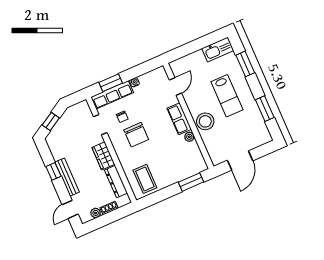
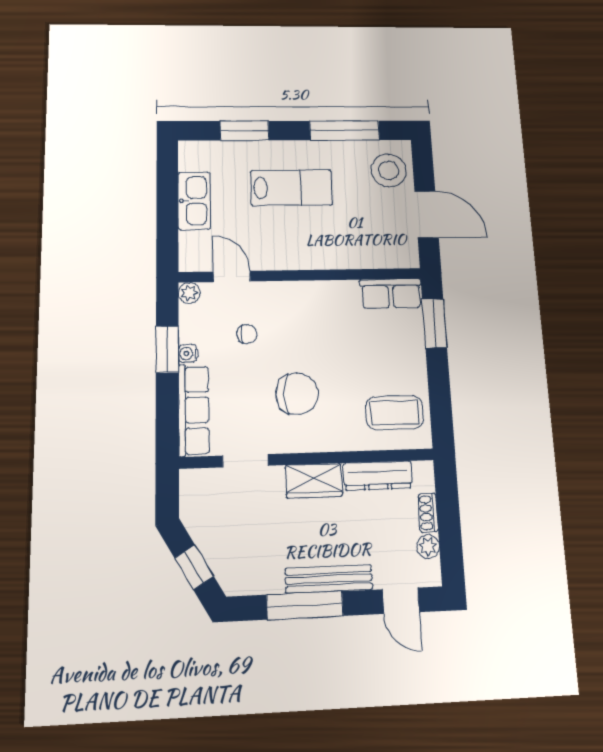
kitchen sink: (218, 49) -> (194, 201), moved
window: (111, 83) -> (167, 349), moved
window: (265, 109) -> (345, 130), width x1.44
chair: (122, 117) -> (247, 334), moved
row of seats: (179, 119) -> (391, 294), moved
stool: (205, 121) -> (389, 170), moved
plant: (189, 137) -> (189, 293), moved
window: (53, 171) -> (305, 605), width x2.17

